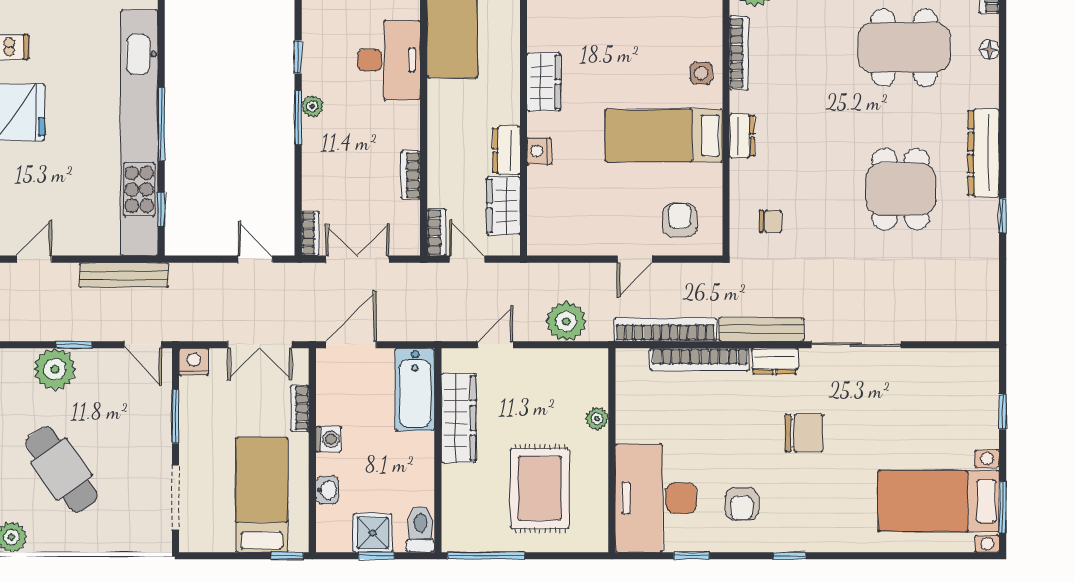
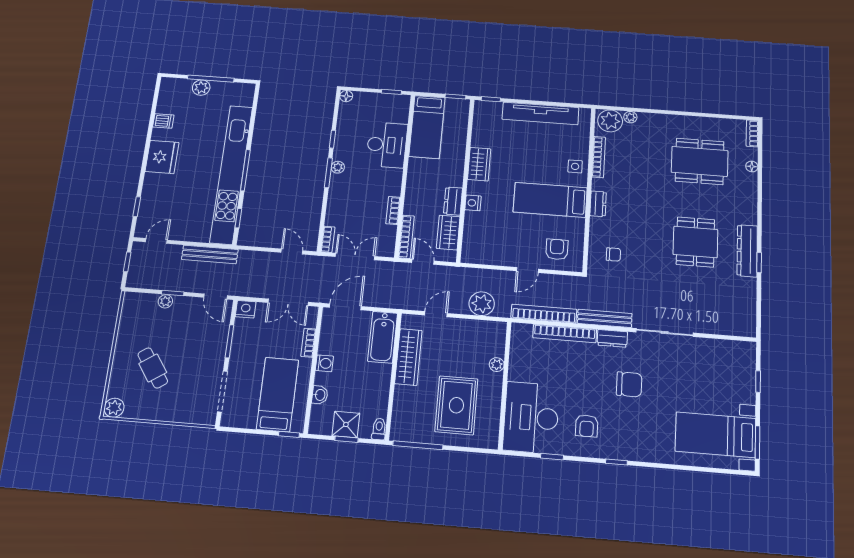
dresser: (984, 153) -> (747, 251), moved
bookcase: (437, 232) -> (406, 237), width x1.56
plant: (55, 369) -> (165, 301), width x0.53, depth x0.53
cafe table: (62, 469) -> (153, 368), width x0.73, depth x0.74
toilet: (420, 529) -> (379, 429), width x0.73, depth x0.72

